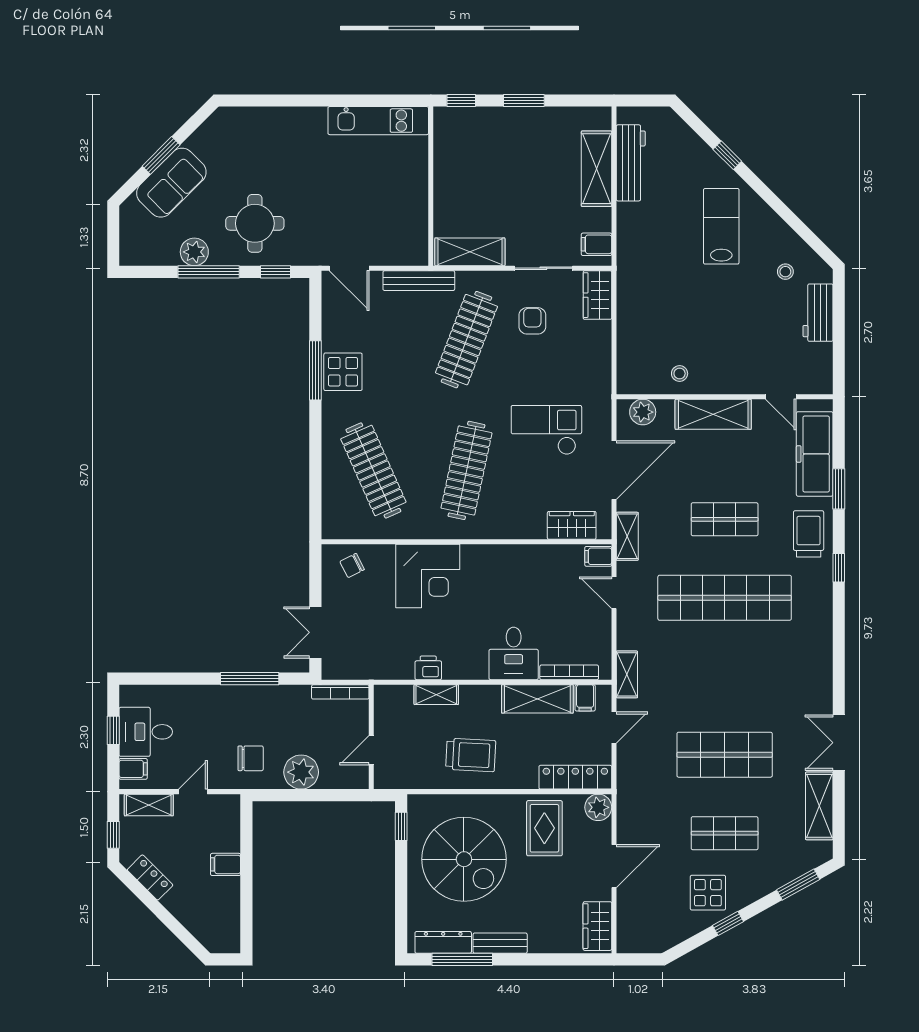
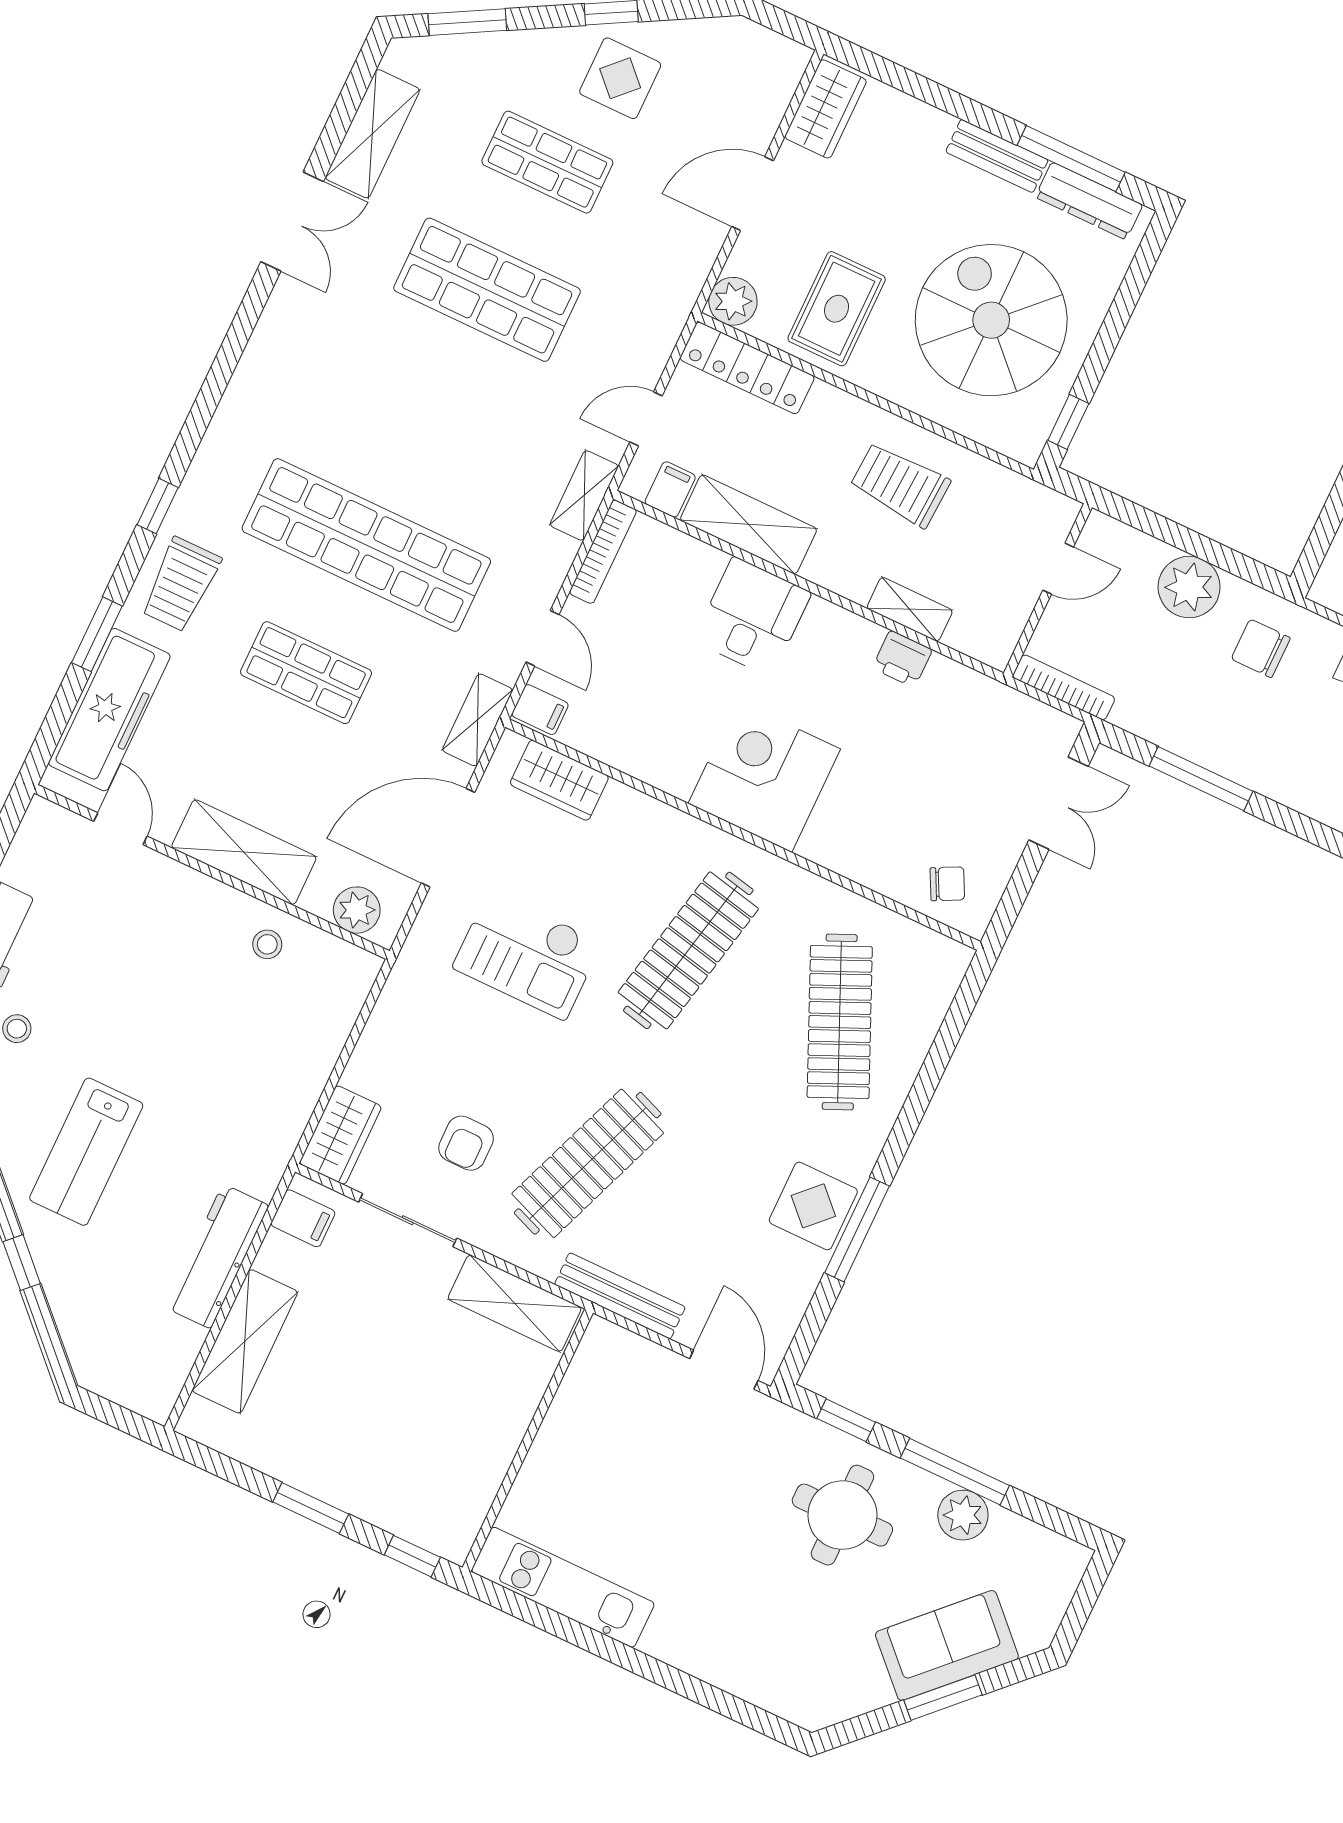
workbench: (631, 163) -> (217, 1256), moved
corner desk: (428, 576) -> (764, 776), moved
bookcase: (569, 672) -> (603, 552), moved, turned -90

